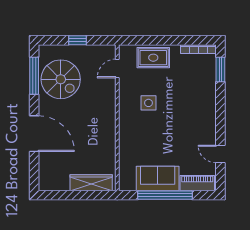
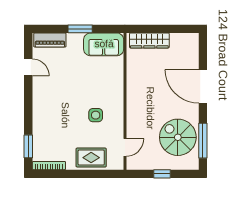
sofa: (158, 178) -> (104, 44), moved
window: (165, 195) -> (80, 29), width x0.47

